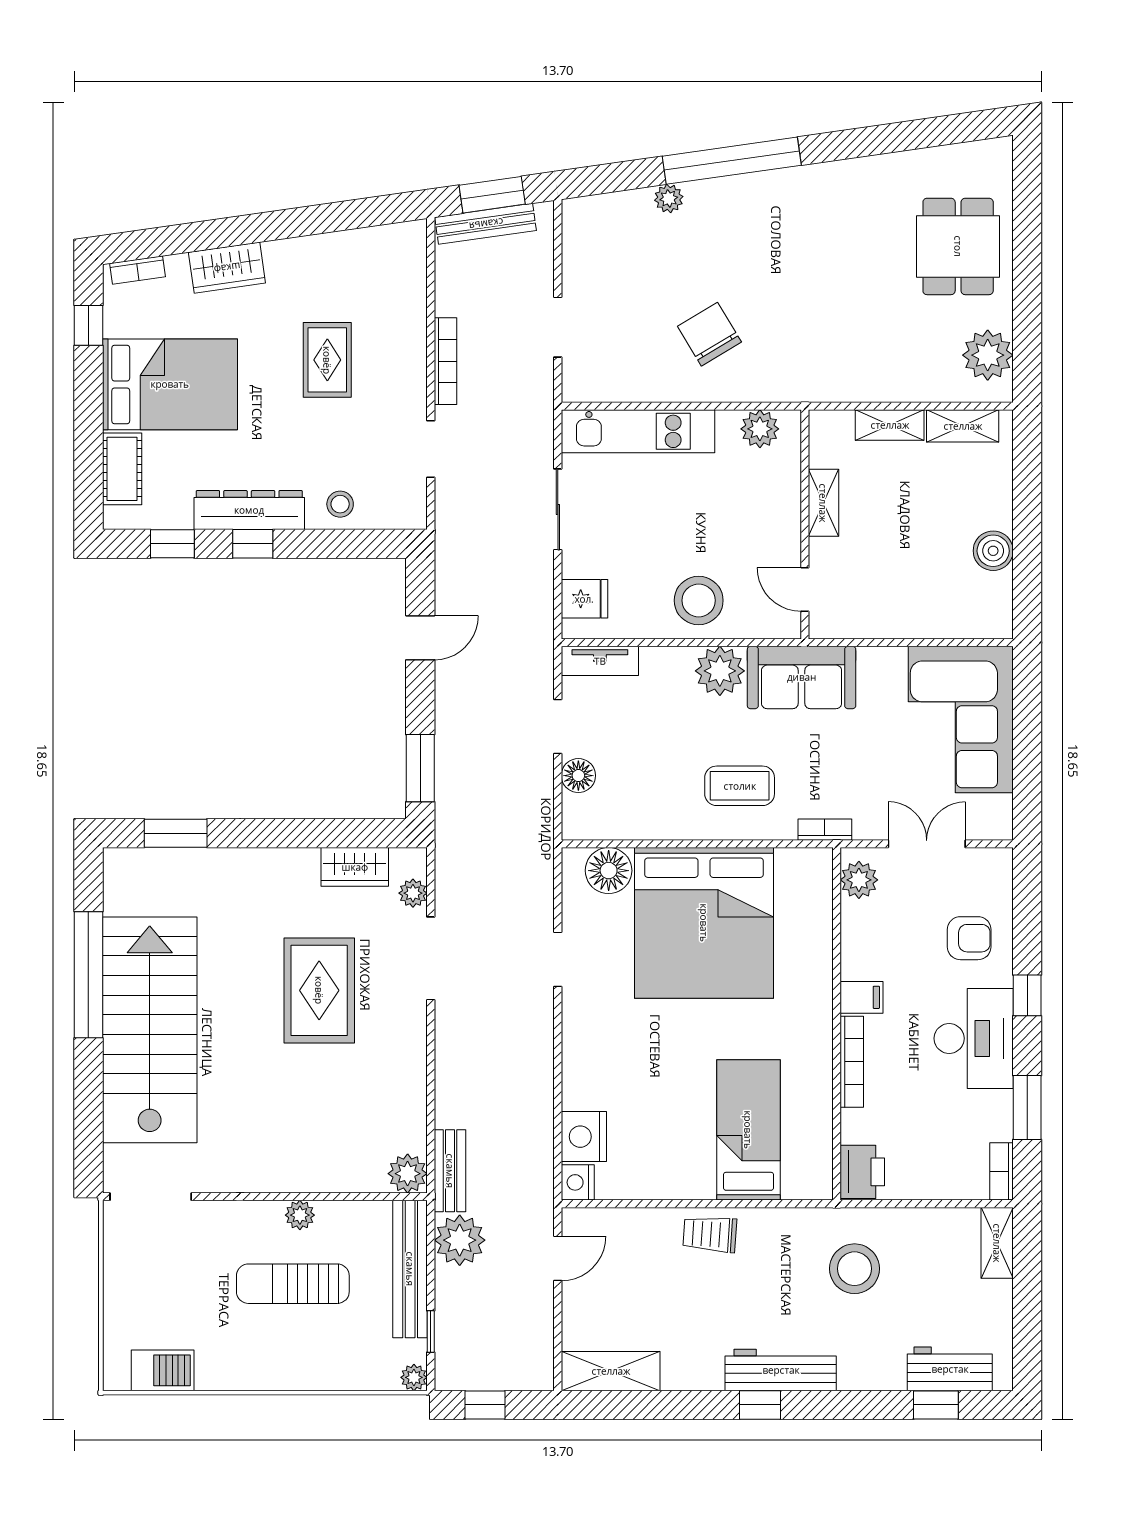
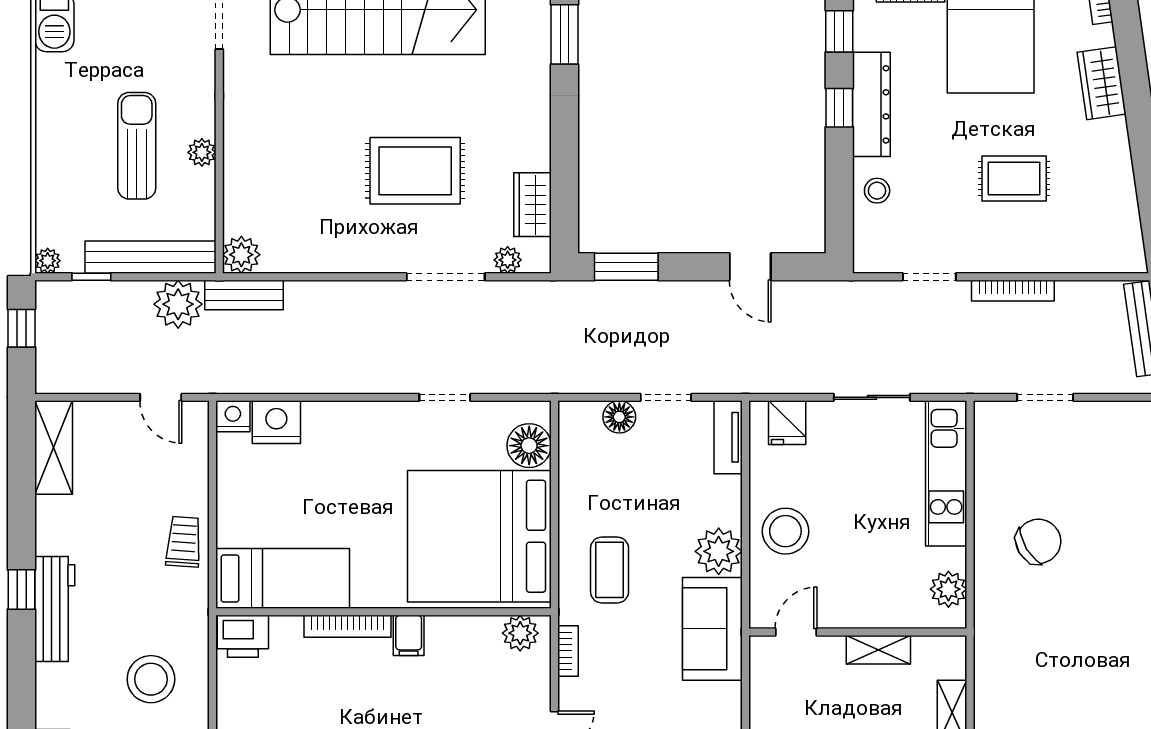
plant: (859, 880) -> (520, 633), moved
filing cabinet: (861, 997) -> (409, 635), moved
wall: (837, 1024) -> (384, 612), moved
bookcase: (852, 1062) -> (347, 626), moved
printer: (862, 1172) -> (243, 636), moved

